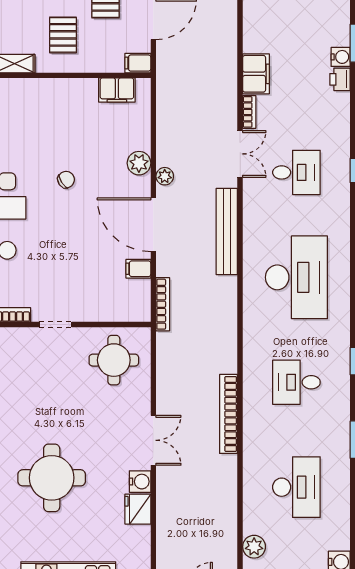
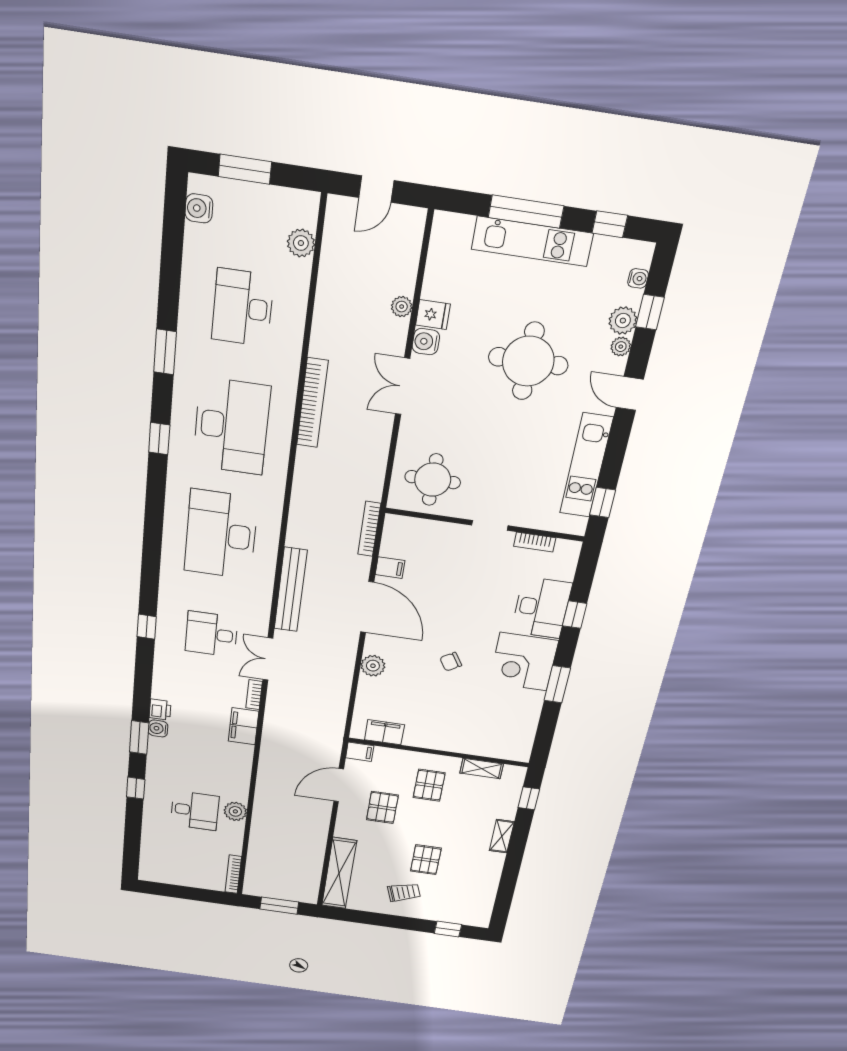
plant: (165, 176) -> (402, 307), moved
desk: (296, 382) -> (231, 426), width x1.87, depth x1.30
fridge: (138, 509) -> (433, 315), width x0.72

